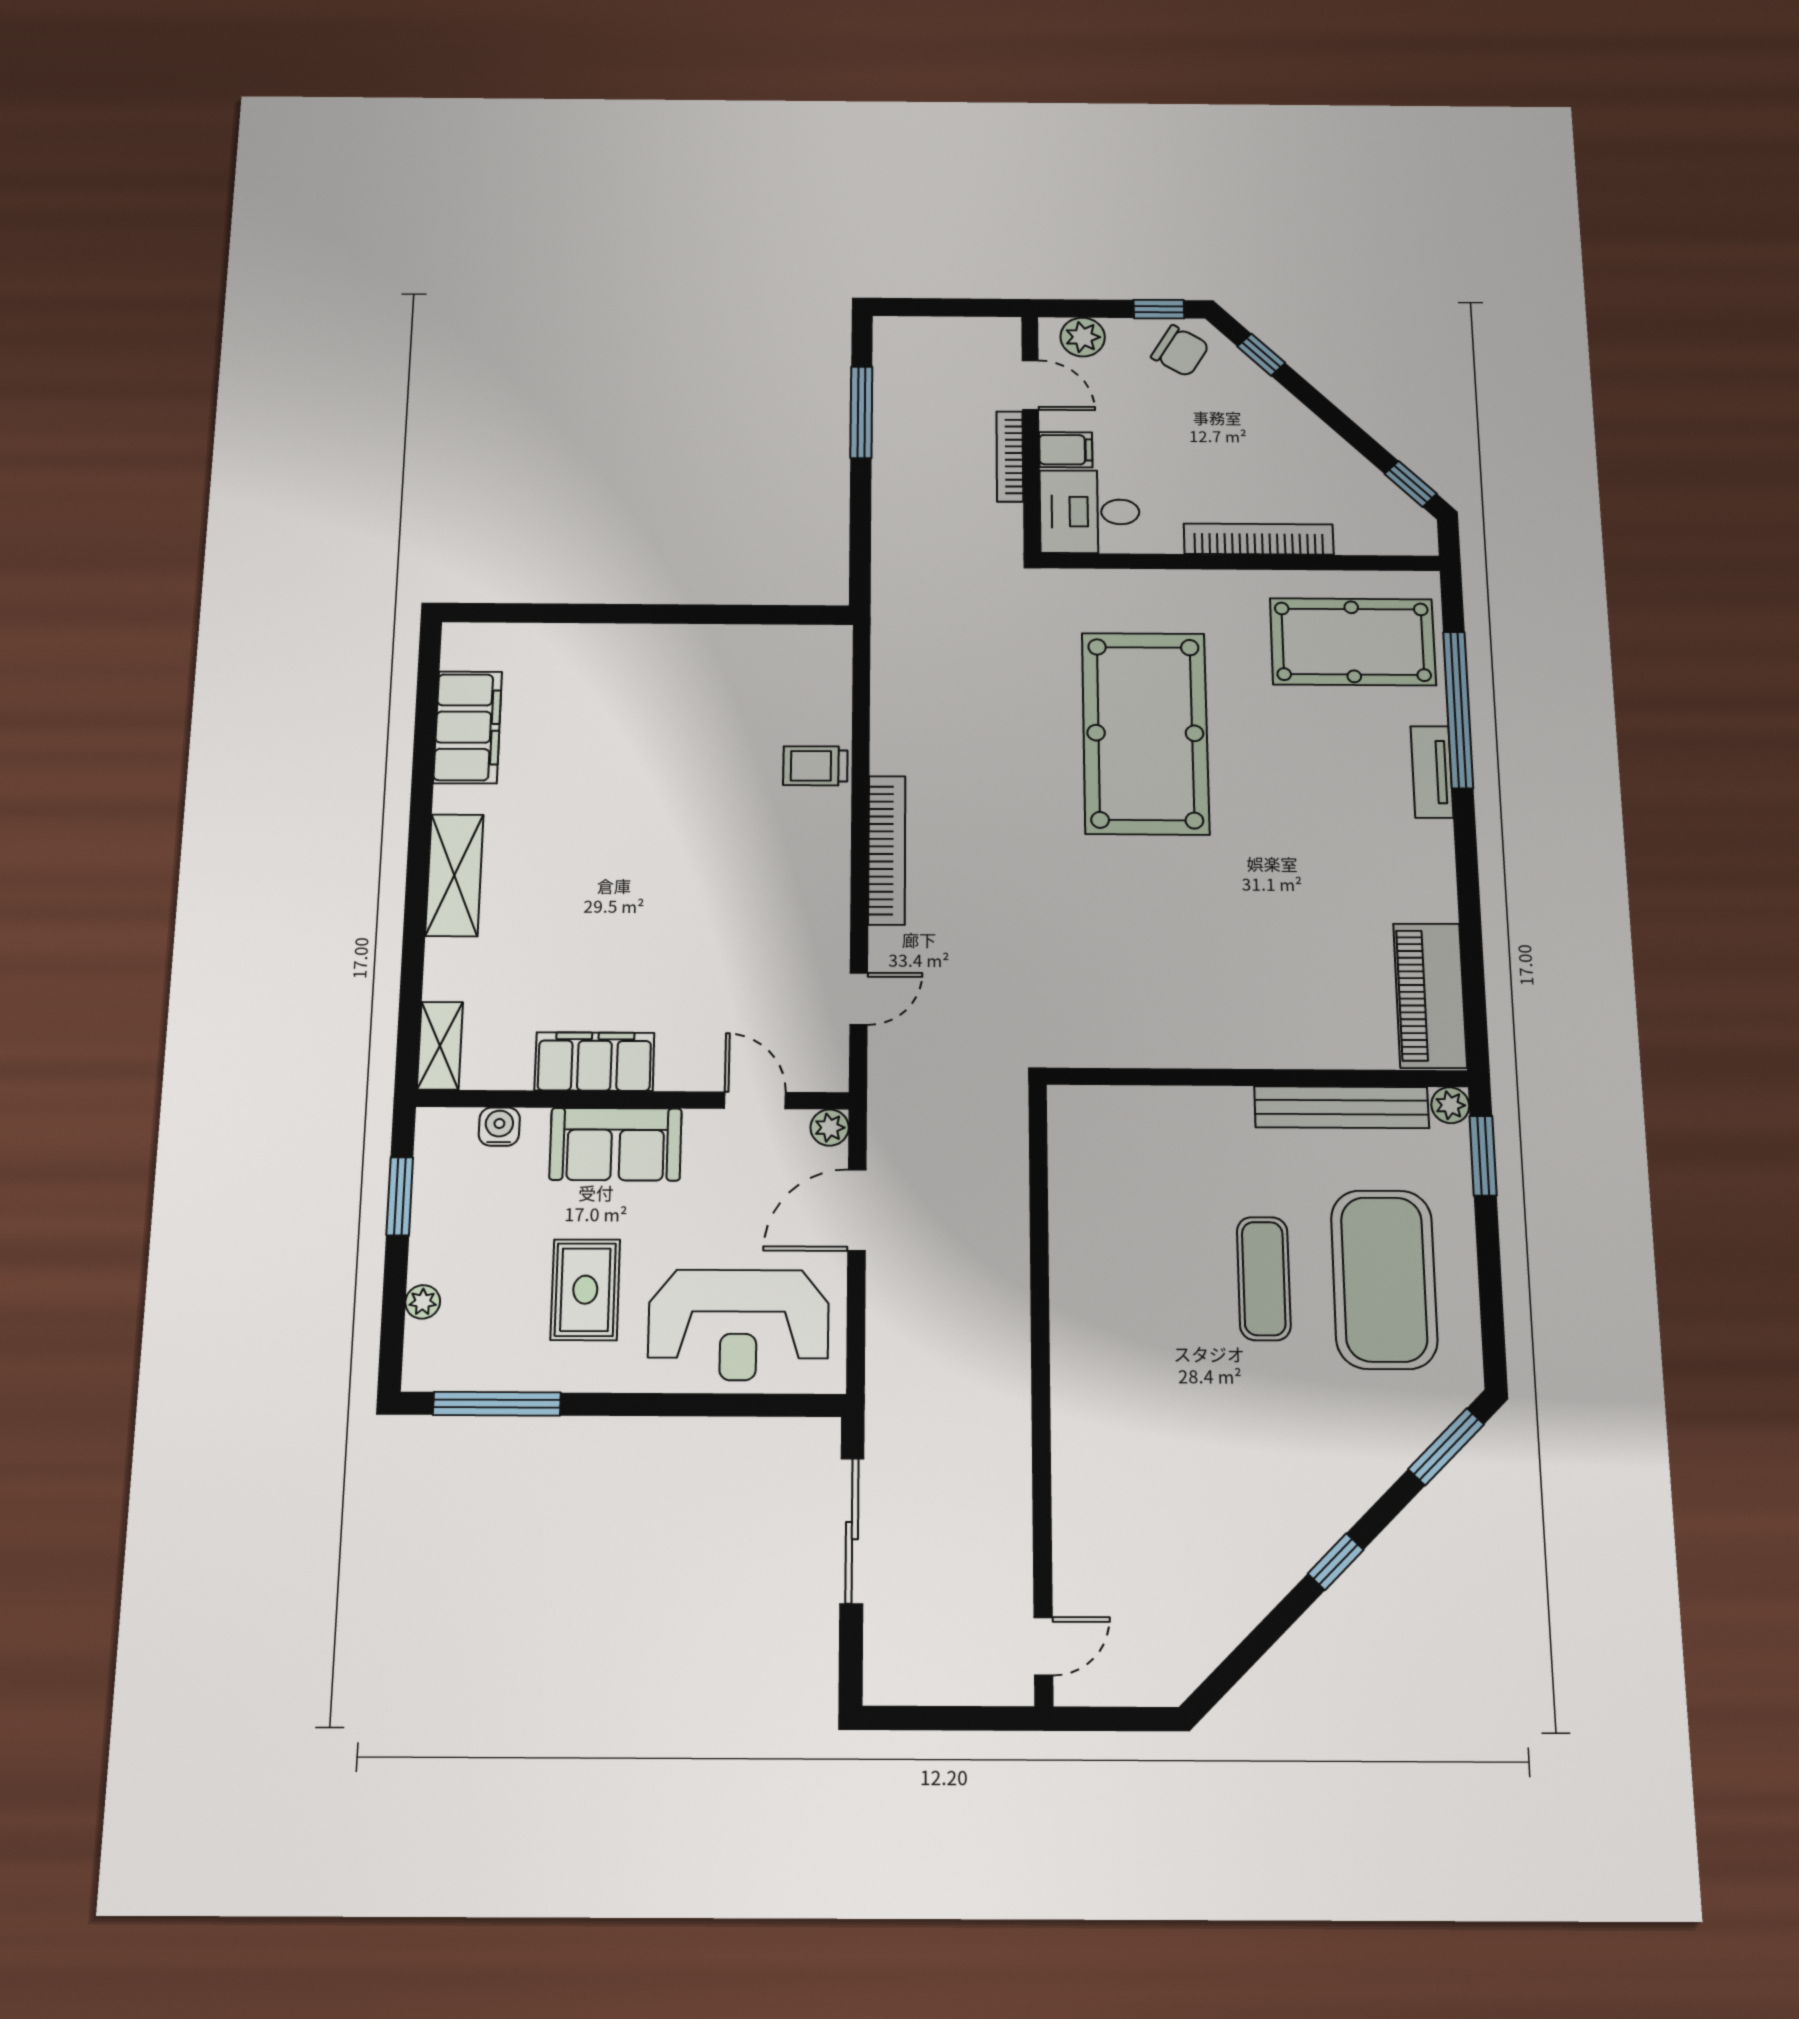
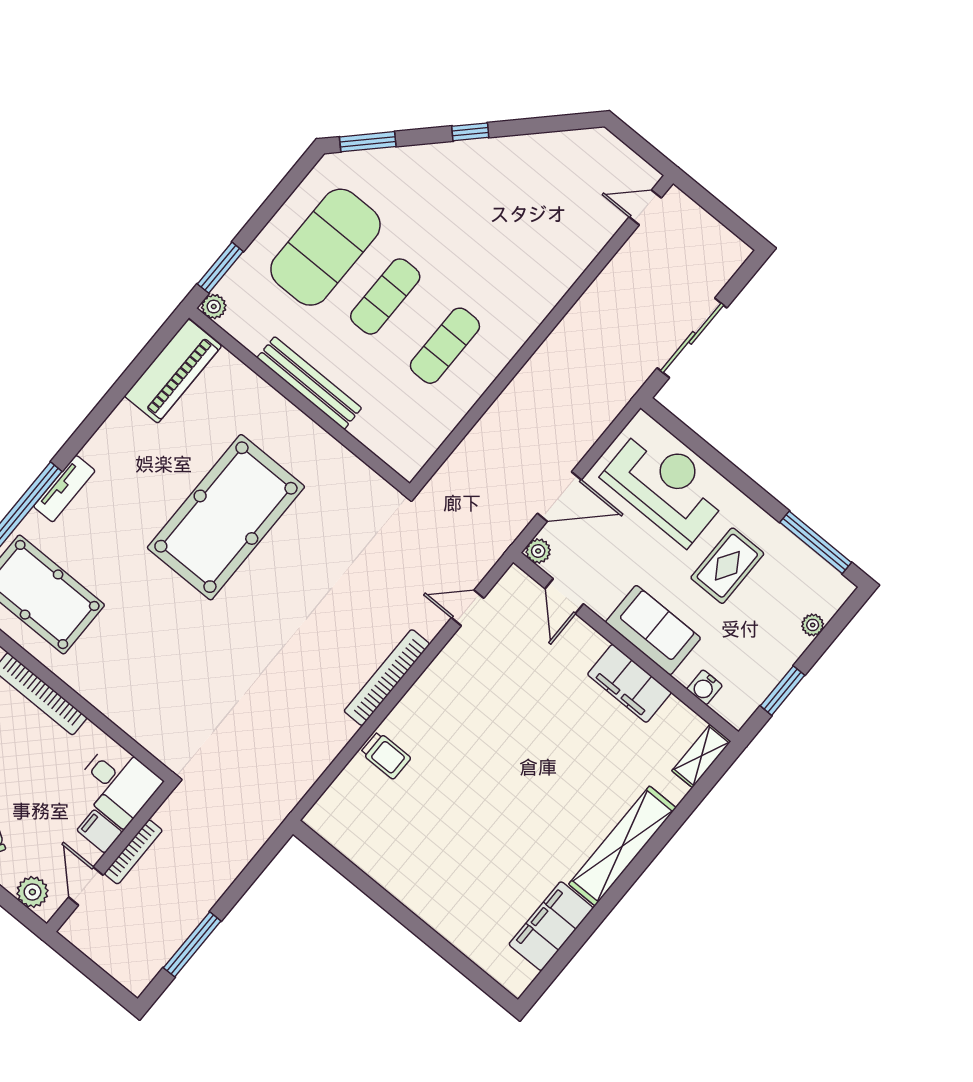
pool table: (1145, 733) -> (226, 517), moved
shelving: (454, 875) -> (622, 846), width x1.47
bench: (1341, 1107) -> (309, 383), moved
exercise mat: (1143, 1278) -> (445, 346), added

